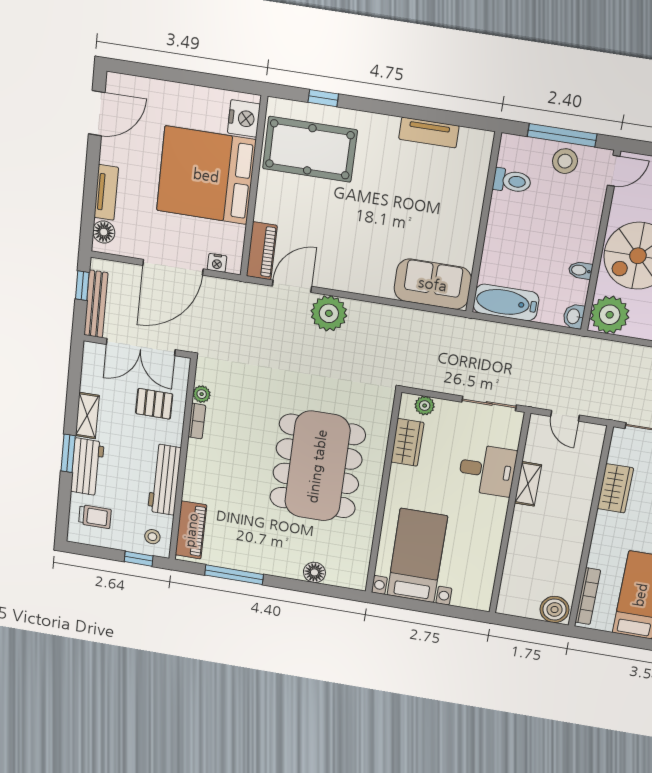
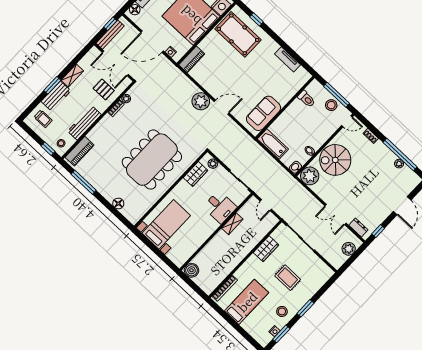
sofa: (433, 284) -> (264, 113), moved, turned -90
door: (292, 286) -> (222, 107), moved
boiler: (555, 609) -> (191, 270), moved

